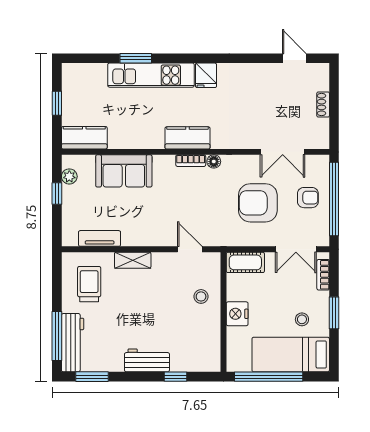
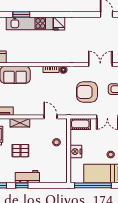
kitchen counter: (187, 138) -> (49, 57), removed
double door: (283, 152) -> (100, 65), swing flipped
pallet: (134, 312) -> (20, 151), added
window: (176, 377) -> (22, 185), moved

